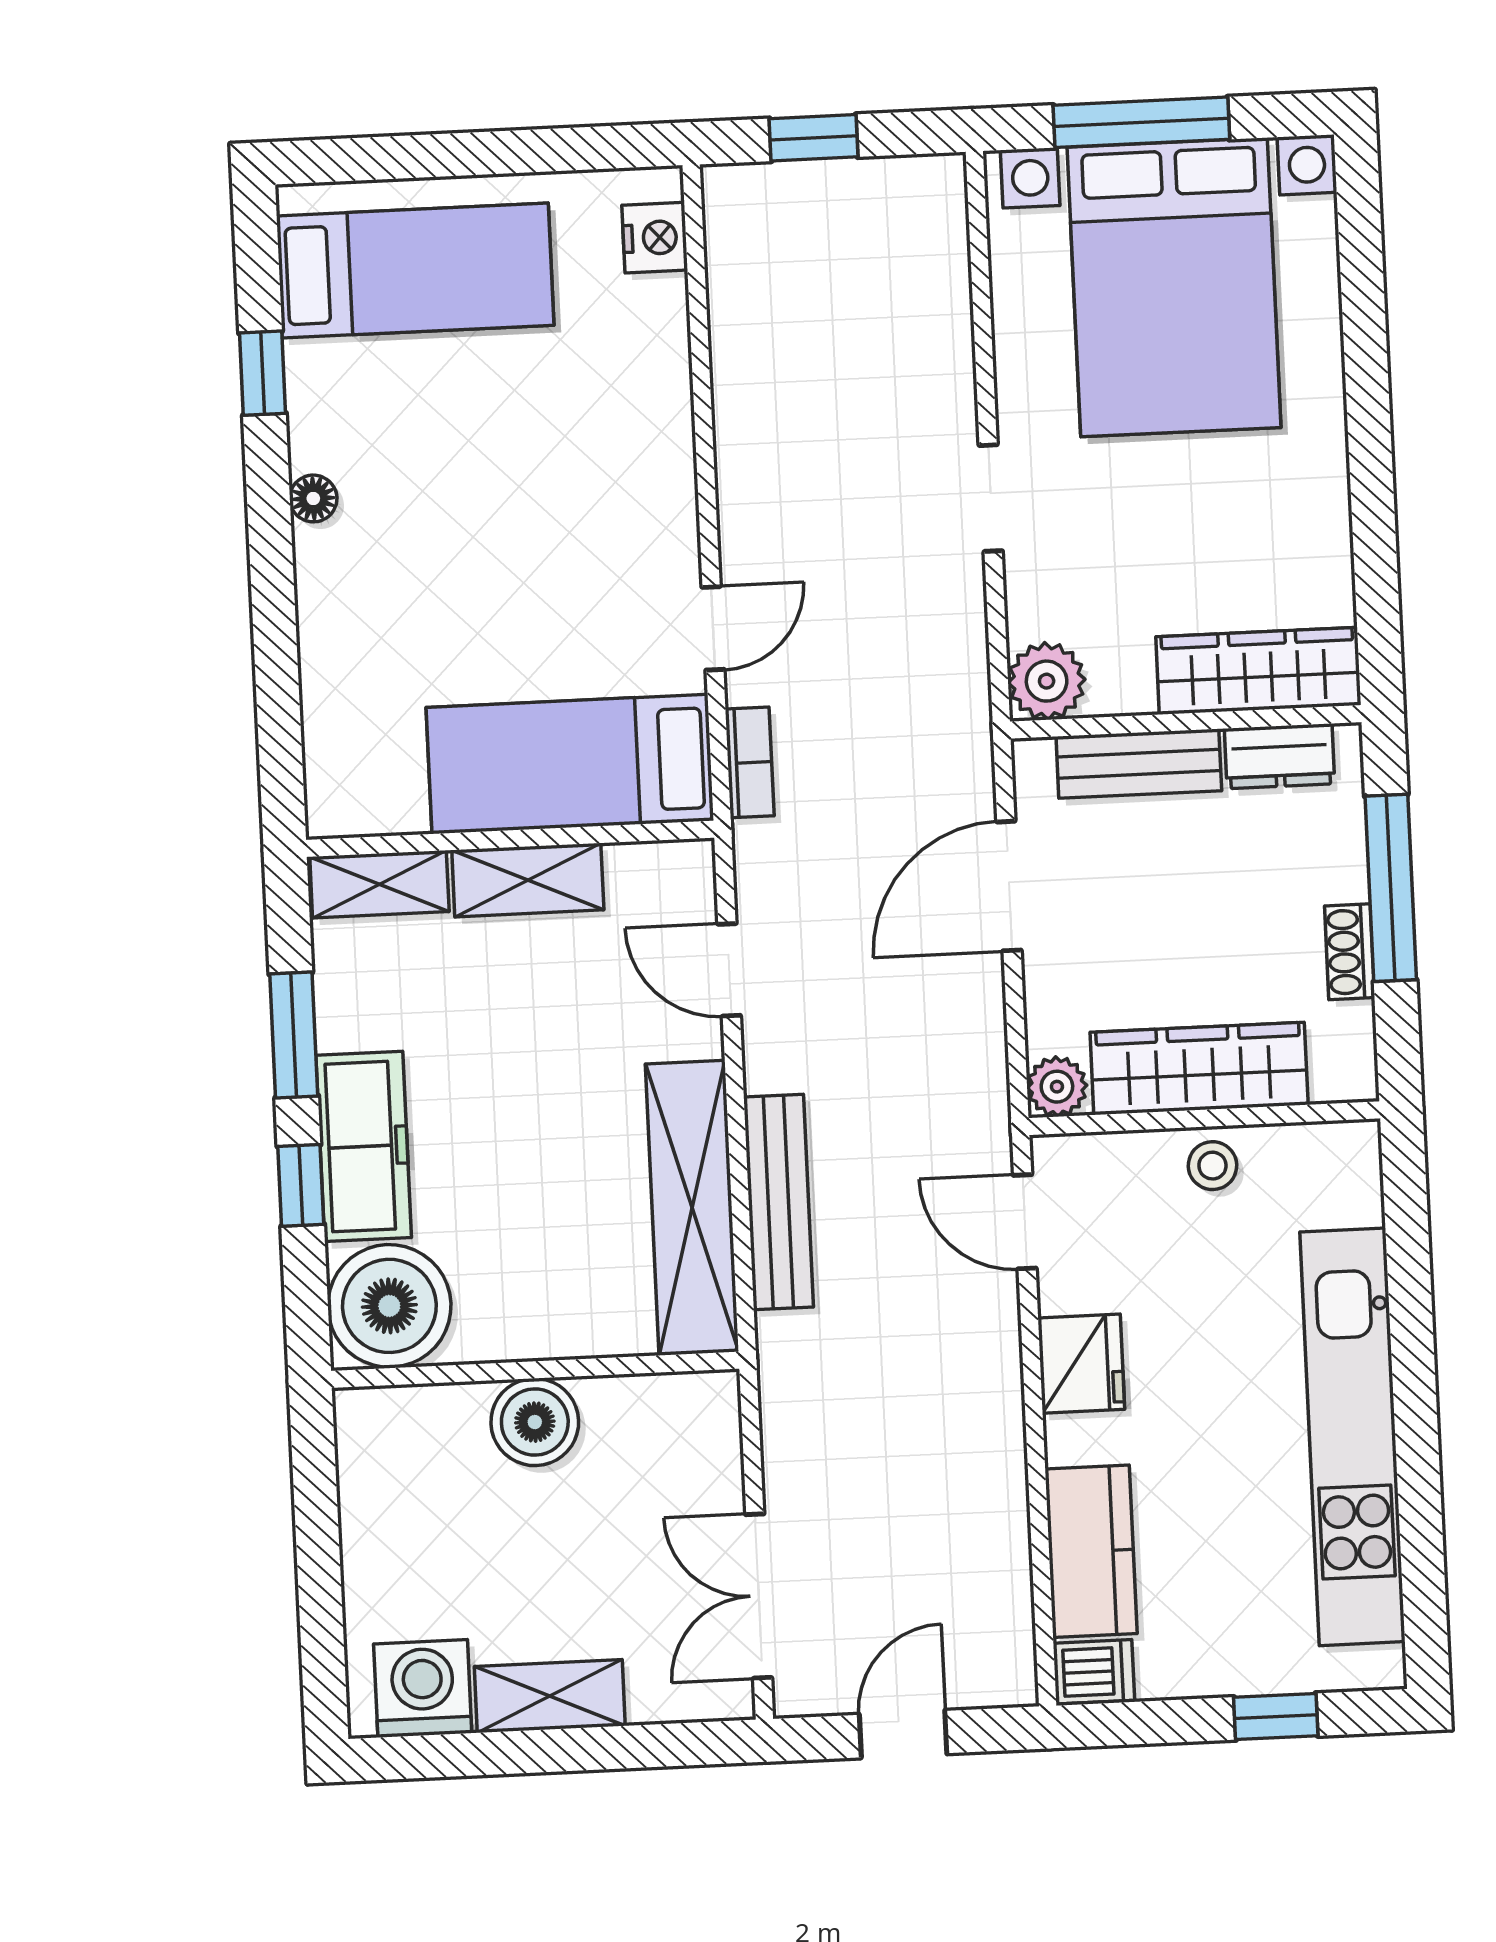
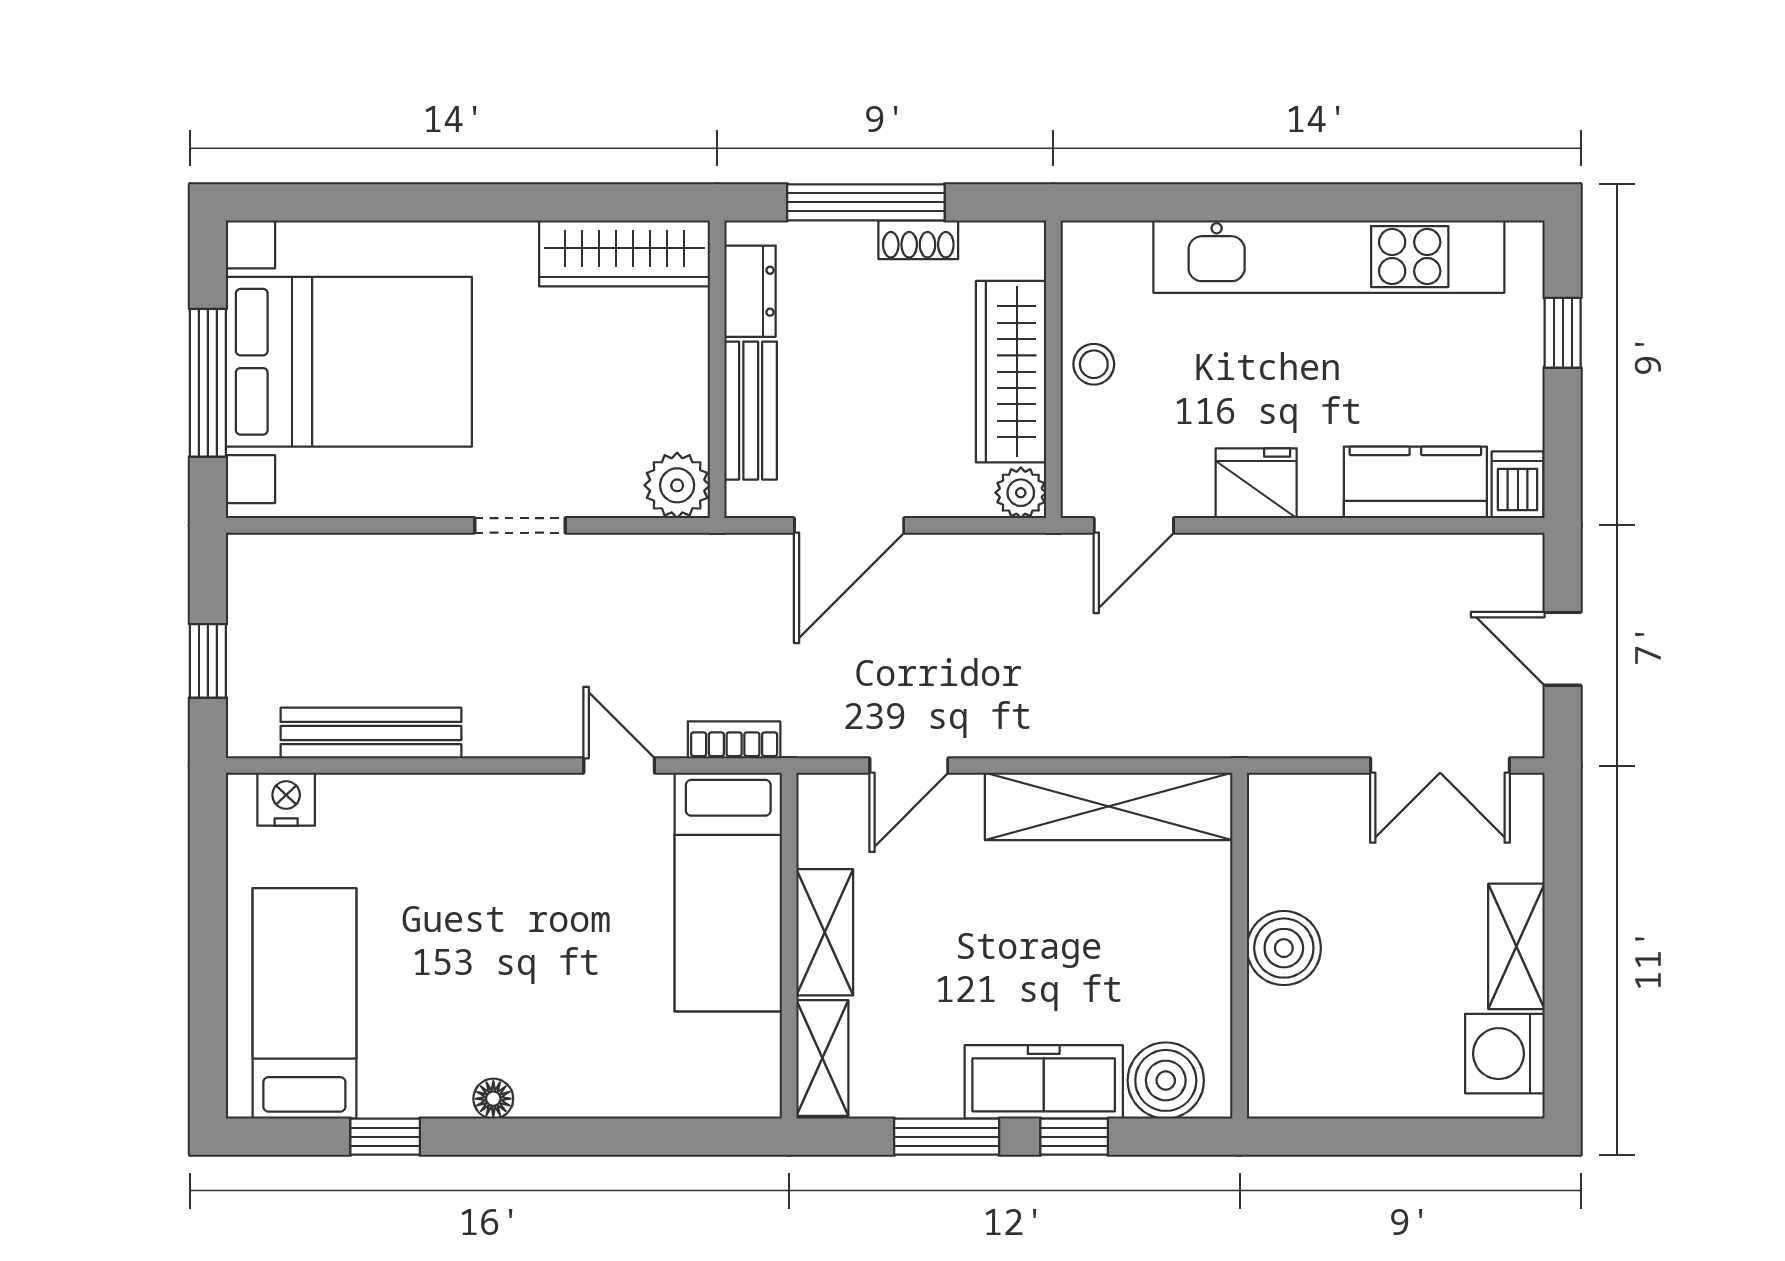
wardrobe: (1258, 671) -> (625, 253), moved, turned -90
door: (1009, 886) -> (849, 525), hinge flipped
bench: (778, 1202) -> (371, 733), moved
boiler: (389, 1306) -> (1166, 1080), width x0.73, depth x0.73

